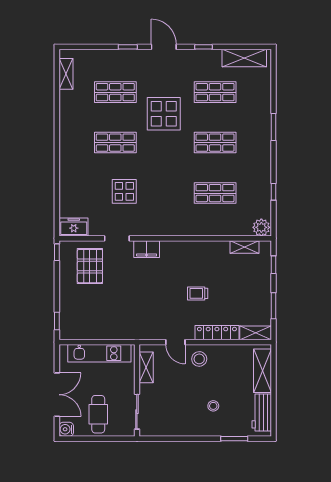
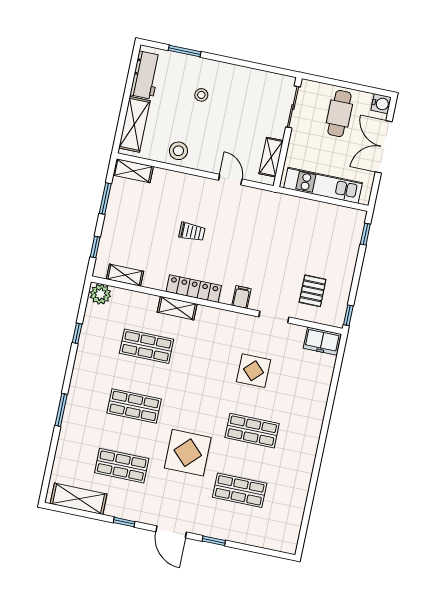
shelving: (66, 74) -> (177, 308), moved, turned 90
filing cabinet: (147, 249) -> (241, 297), width x0.50
pallet: (90, 266) -> (313, 291), width x0.67, depth x0.71
locker: (217, 333) -> (194, 289), moved, turned 180
stool: (199, 359) -> (178, 151), moved

